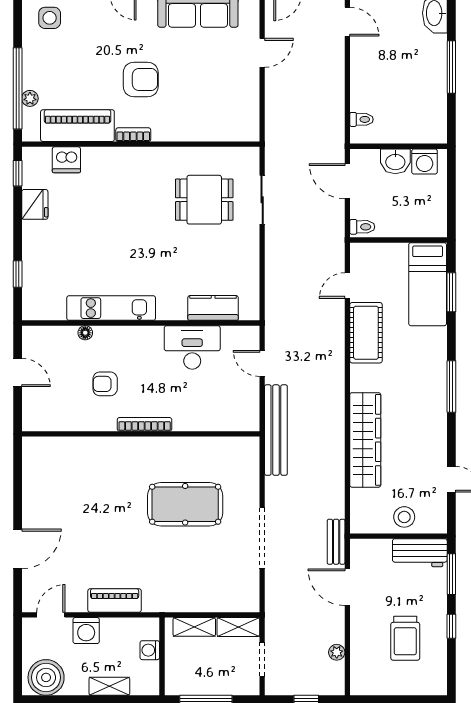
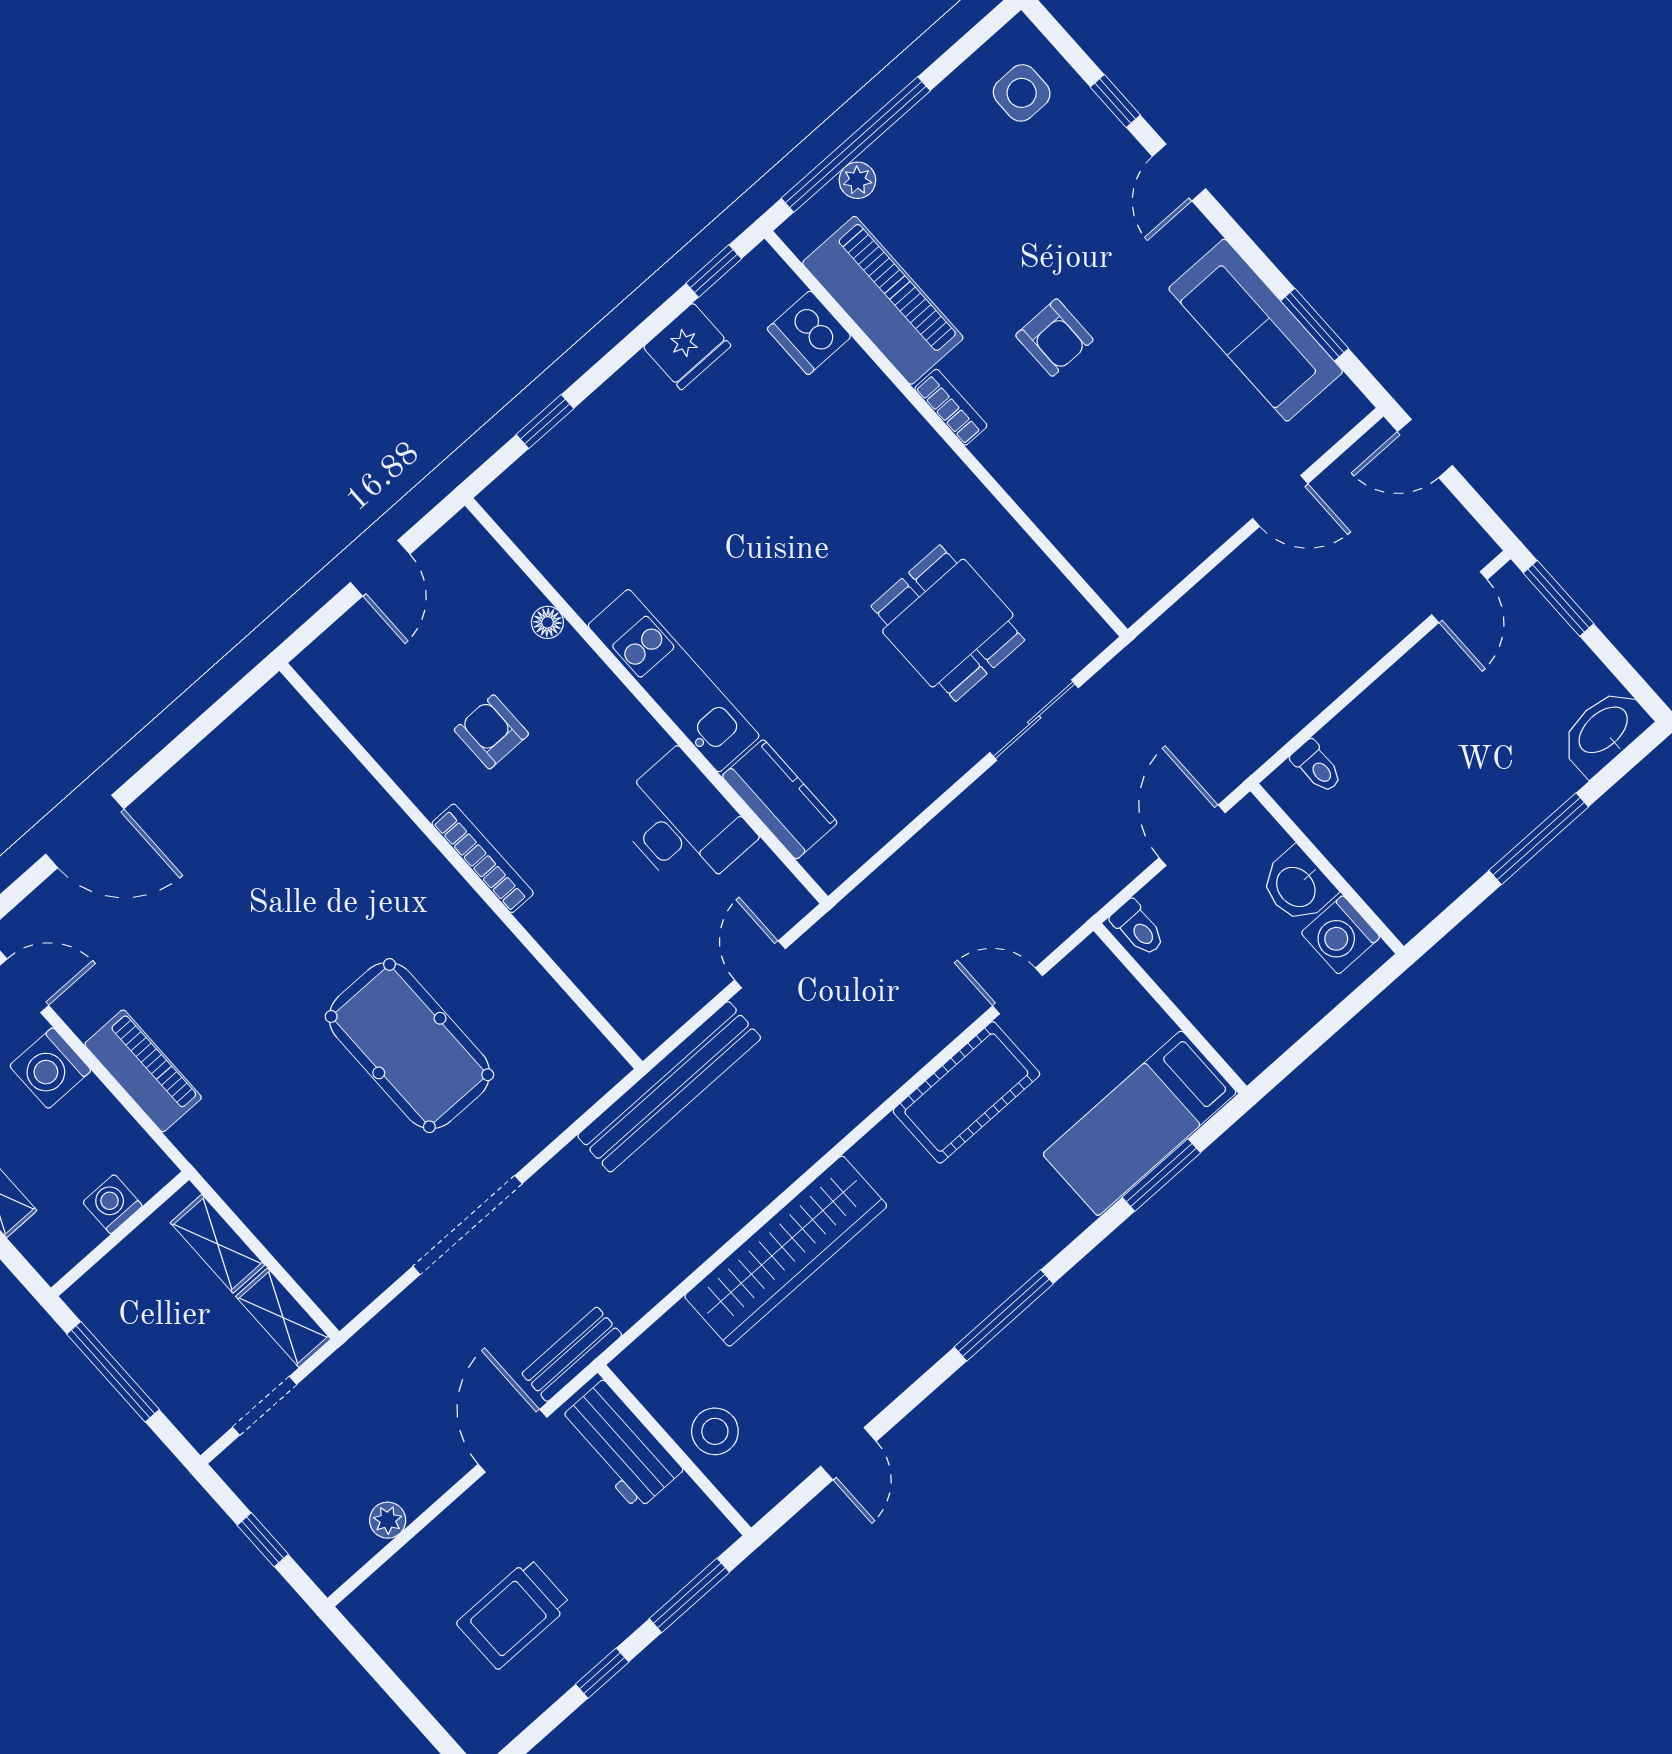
armchair: (141, 79) -> (1054, 338), width x0.72, depth x0.72
kitchen unit: (111, 308) -> (674, 681), moved
workbench: (420, 553) -> (620, 1445), moved

